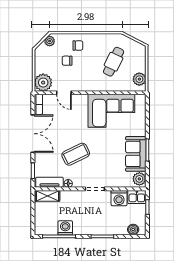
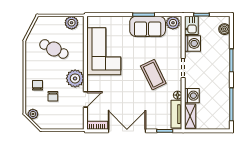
plant: (43, 83) -> (75, 78), moved
coffee table: (76, 154) -> (153, 75), moved
washing machine: (65, 228) -> (192, 96), moved, turned 180

